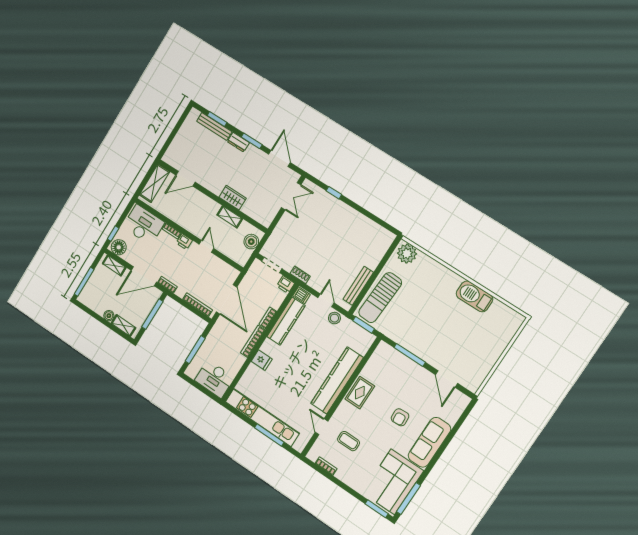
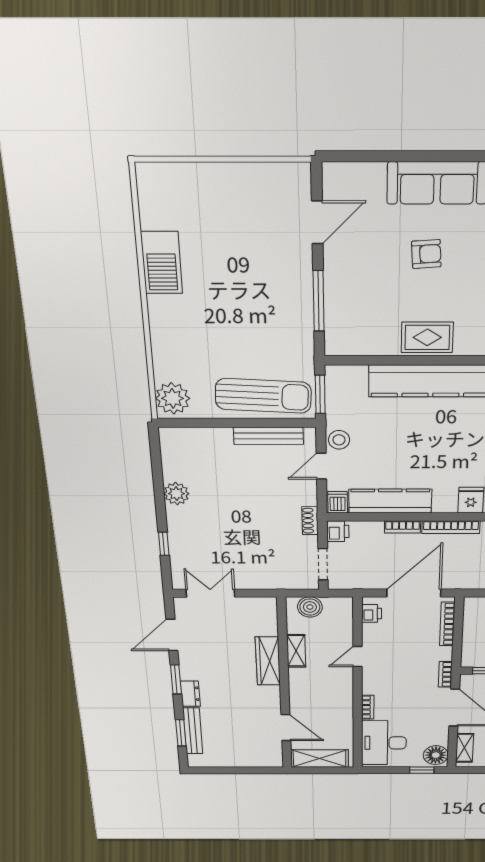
wardrobe: (233, 198) -> (268, 661), width x1.50
plant: (357, 219) -> (176, 494), added
printer: (184, 242) -> (372, 613), moved

